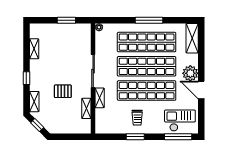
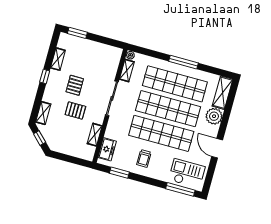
window: (66, 20) -> (77, 33), moved
pallet: (56, 68) -> (75, 85), added
plant: (190, 73) -> (214, 116), moved
window: (26, 78) -> (45, 77), moved
shelving: (100, 98) -> (127, 70), moved
freezer: (101, 119) -> (107, 149), added
window: (135, 137) -> (119, 173), moved

